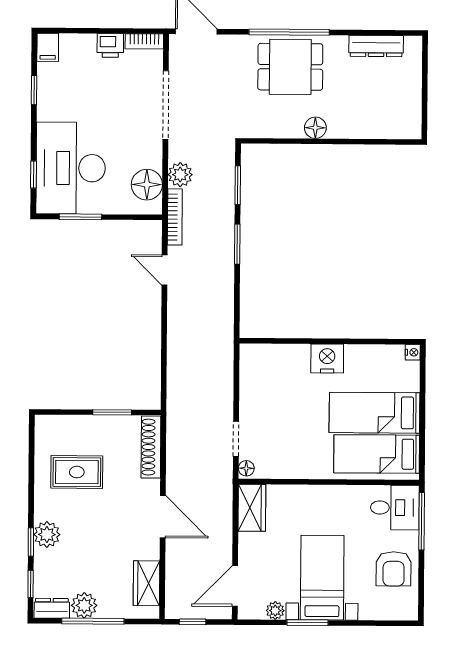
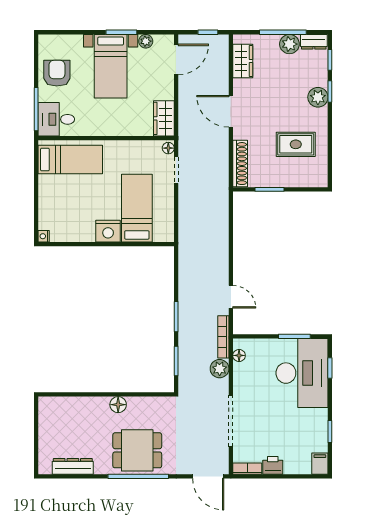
floor lamp: (147, 185) -> (239, 355), width x0.53, depth x0.53
bed: (375, 413) -> (137, 208), moved, turned -90

